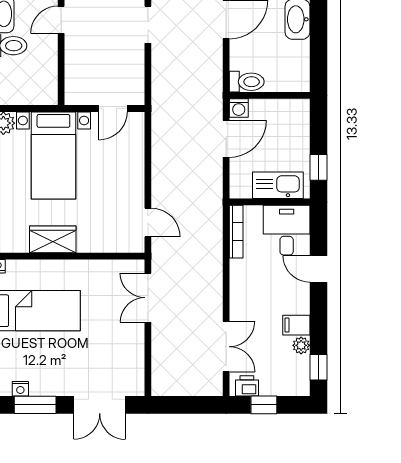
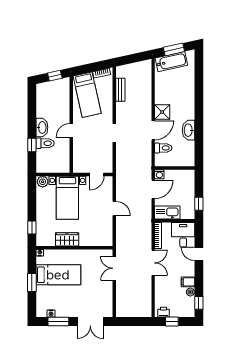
toilet: (247, 82) -> (163, 148), moved
kitchen sink: (278, 185) -> (167, 213), moved
door: (148, 222) -> (114, 208), moved
double door: (226, 347) -> (153, 263), moved

